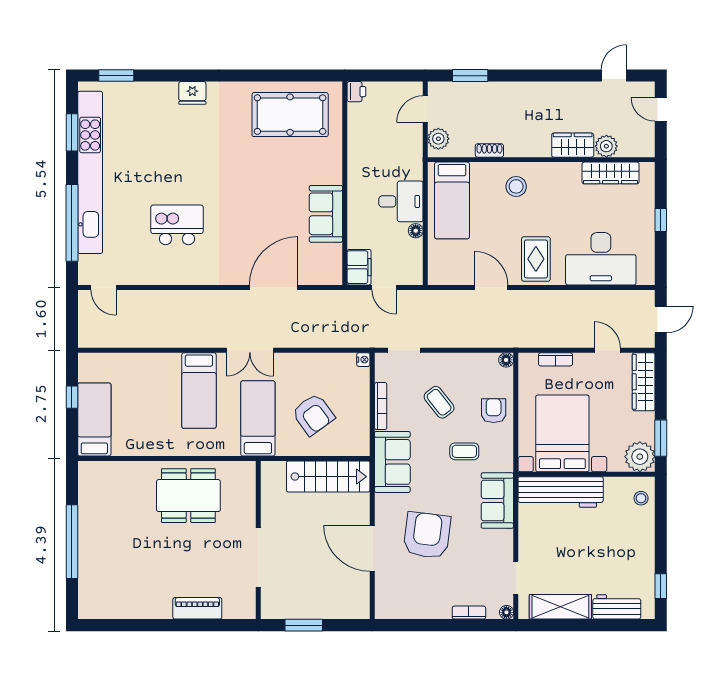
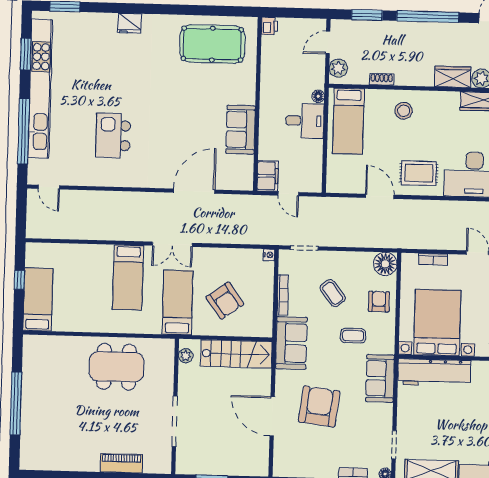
window: (541, 76) -> (428, 17), added
kitchen island: (177, 225) -> (113, 135), turned -90
floor lamp: (416, 231) -> (318, 96), moved
rug: (536, 259) -> (419, 173), turned 90
floor lamp: (506, 360) -> (385, 264), width x1.89, depth x1.89
plant: (269, 480) -> (186, 356), added

